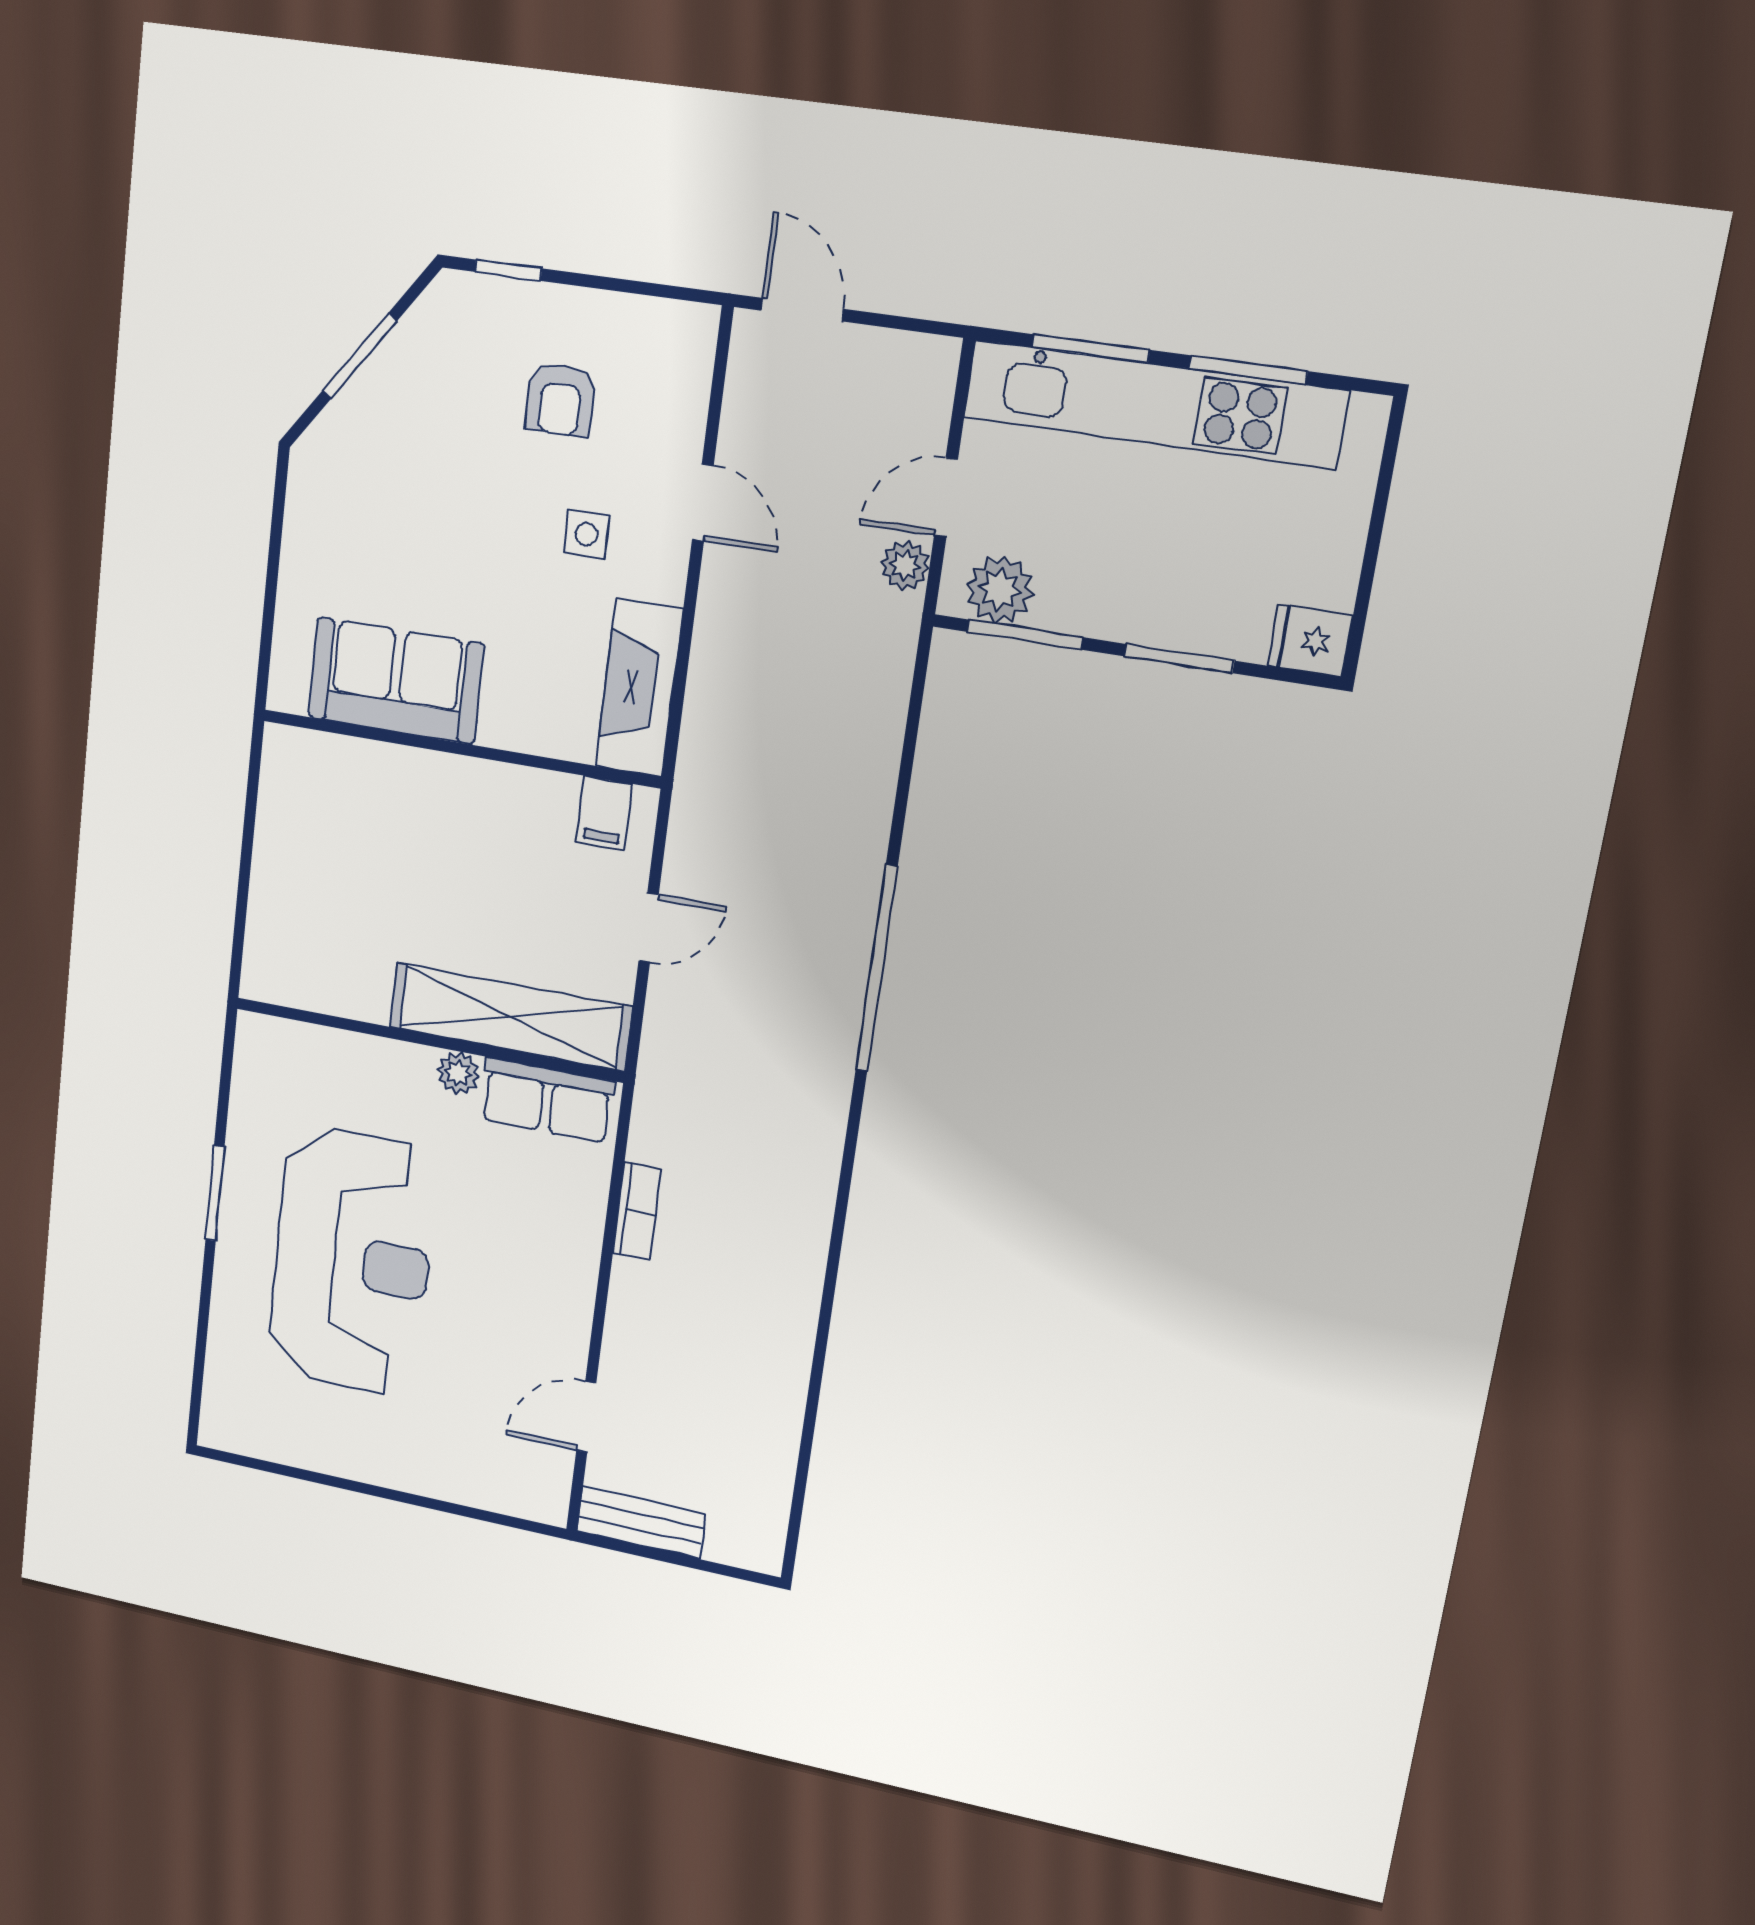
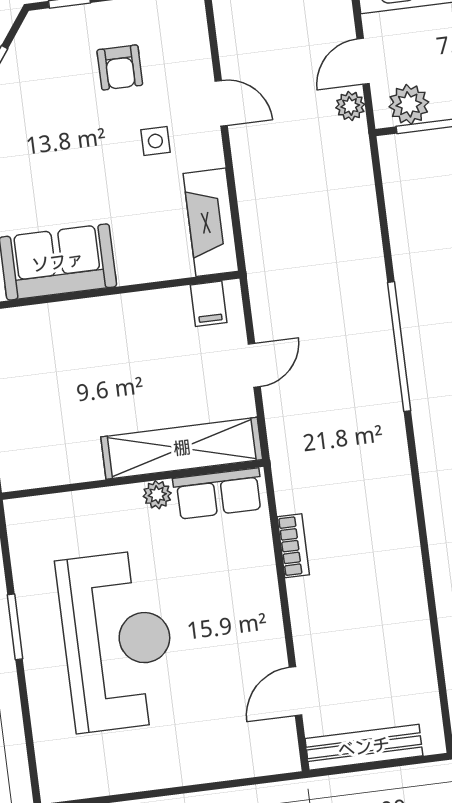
bench: (641, 1523) -> (364, 747), width x1.36

